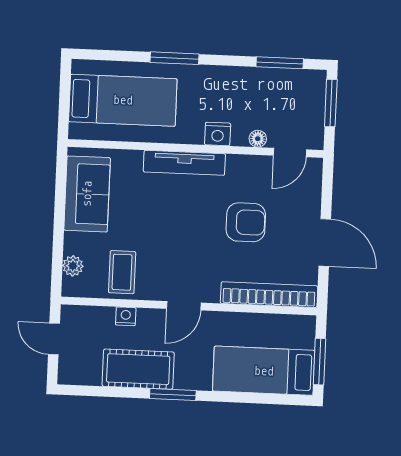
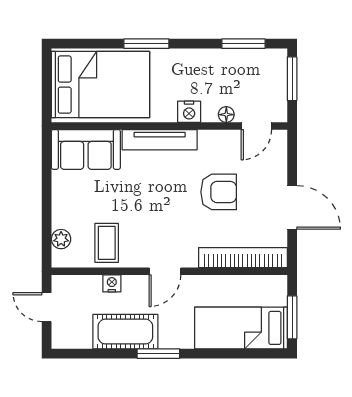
bed: (123, 100) -> (100, 85), width x1.50
sofa: (87, 194) -> (86, 149), moved, turned 90

